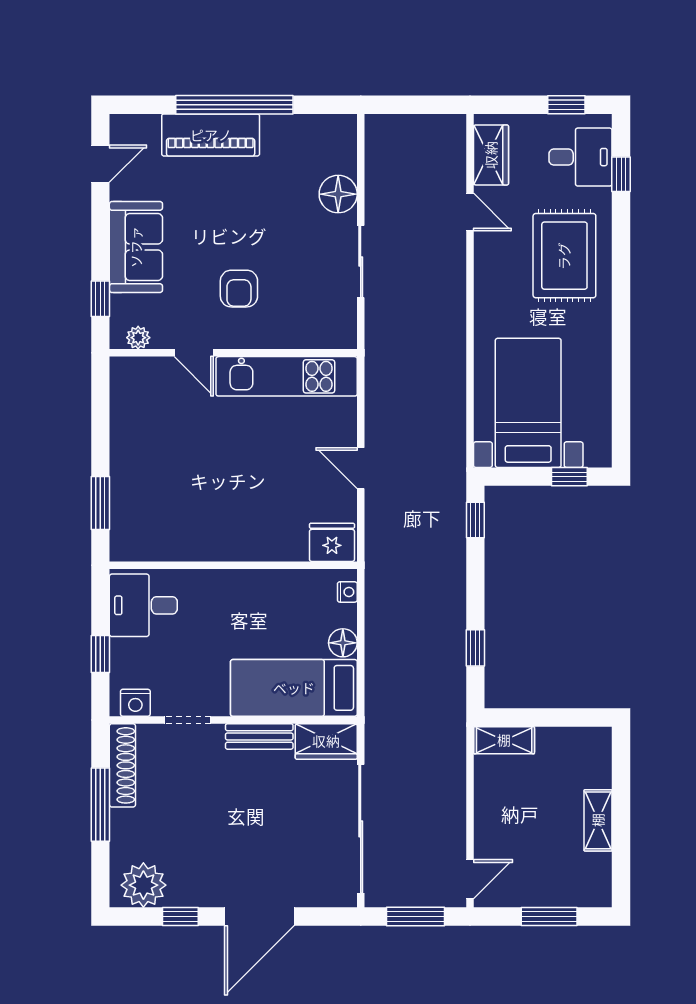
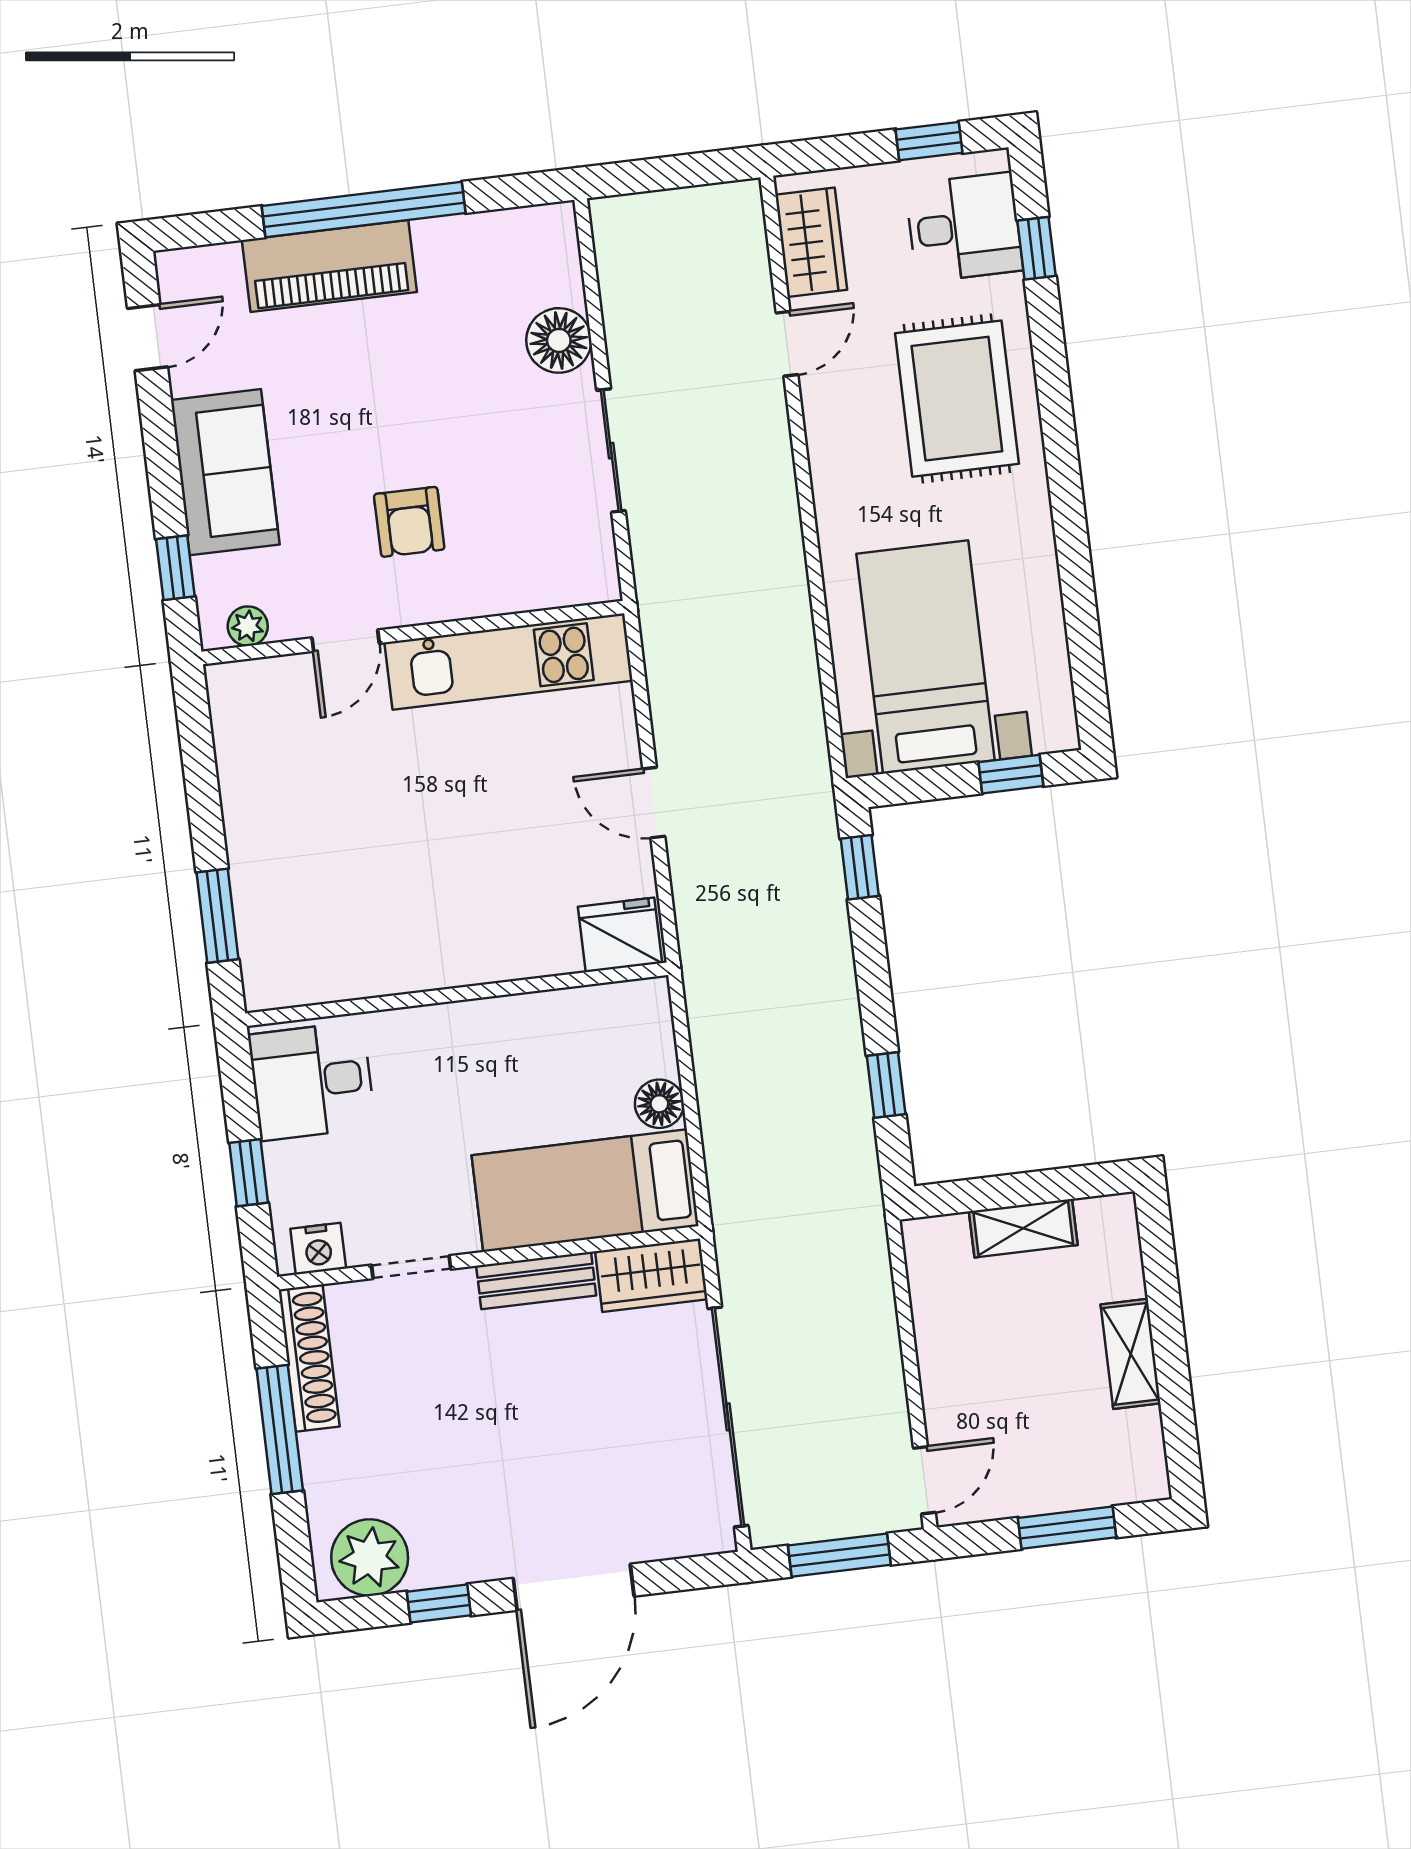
door: (470, 212) -> (787, 344), hinge flipped
door: (194, 353) -> (346, 641), hinge flipped
nightstand: (347, 592) -> (656, 1016), removed
shelving: (504, 740) -> (1023, 1228), moved

